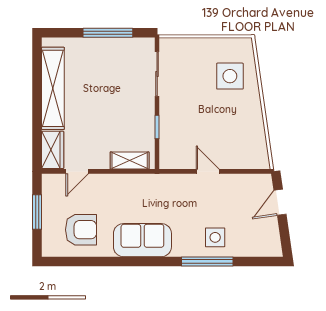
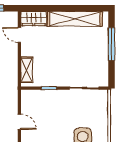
window: (108, 33) -> (112, 44), moved
door: (208, 171) -> (19, 122), hinge flipped

